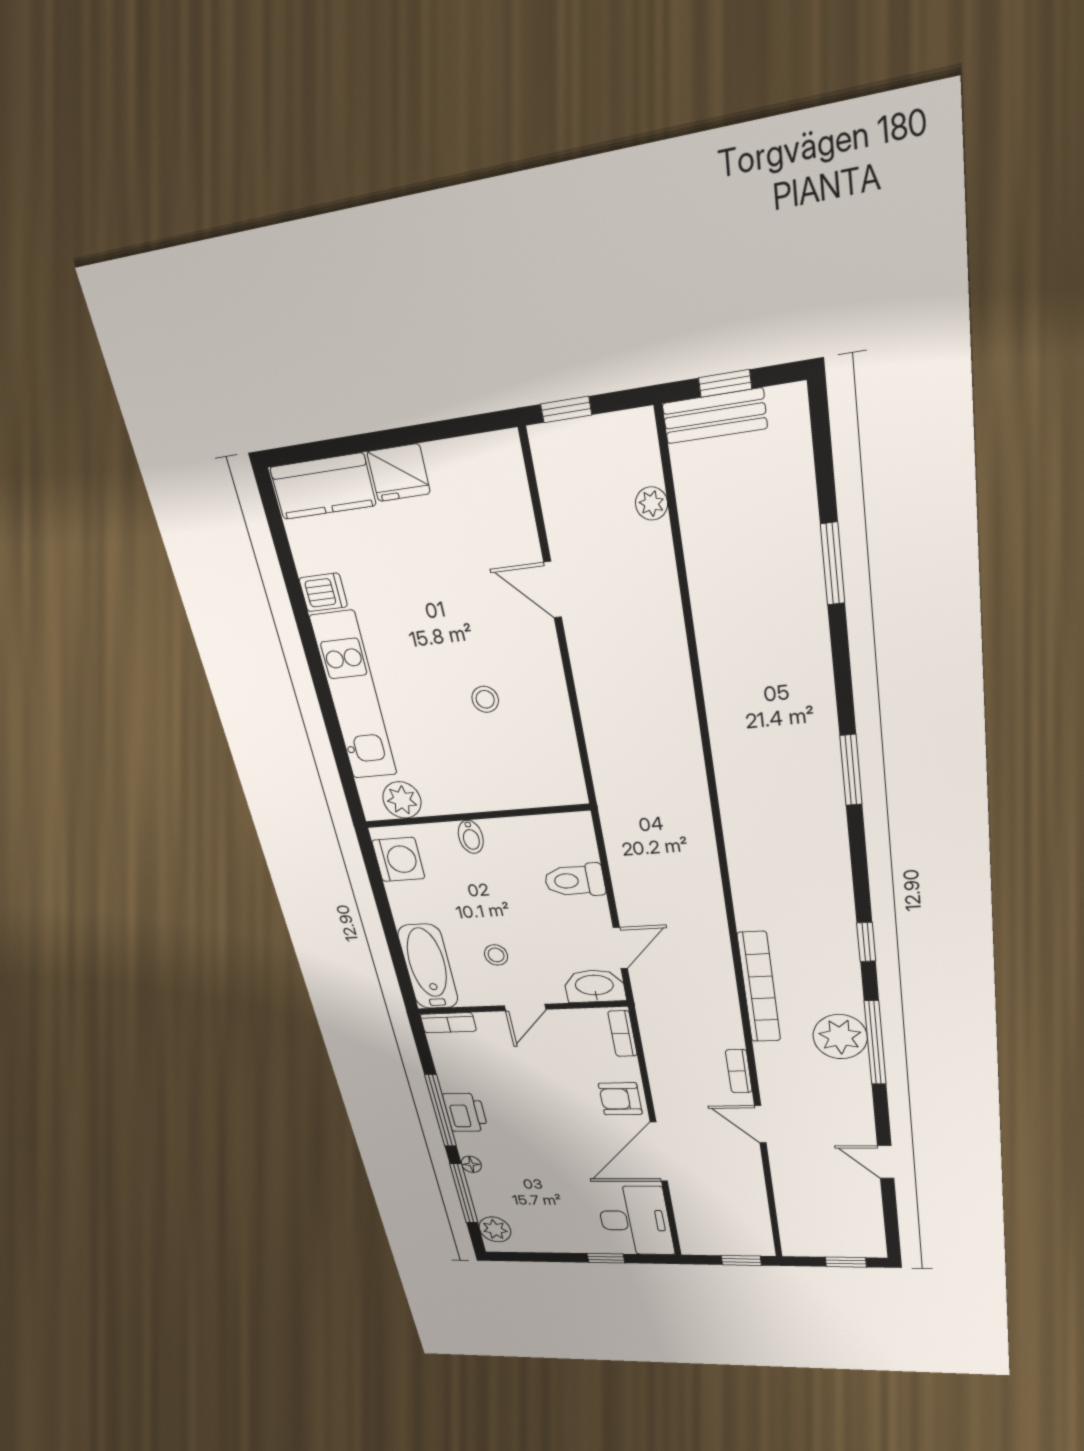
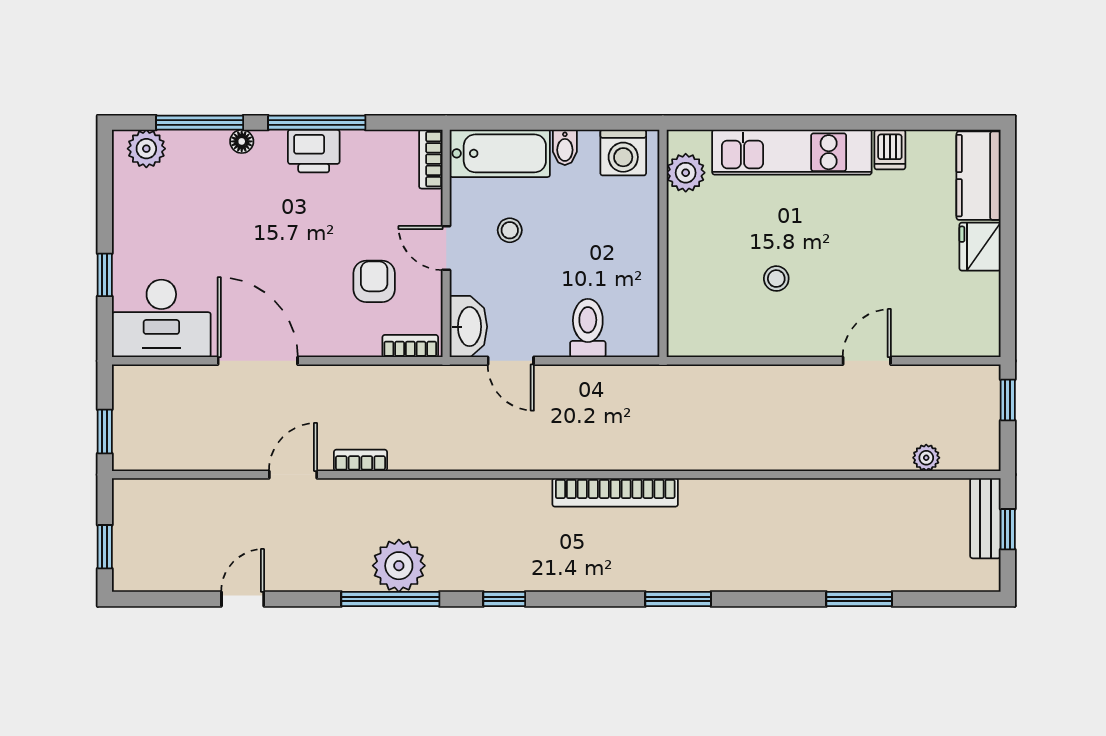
bidet: (471, 837) -> (565, 147), moved, turned -90
bookcase: (759, 987) -> (615, 492), moved
armchair: (620, 1099) -> (374, 281), moved

